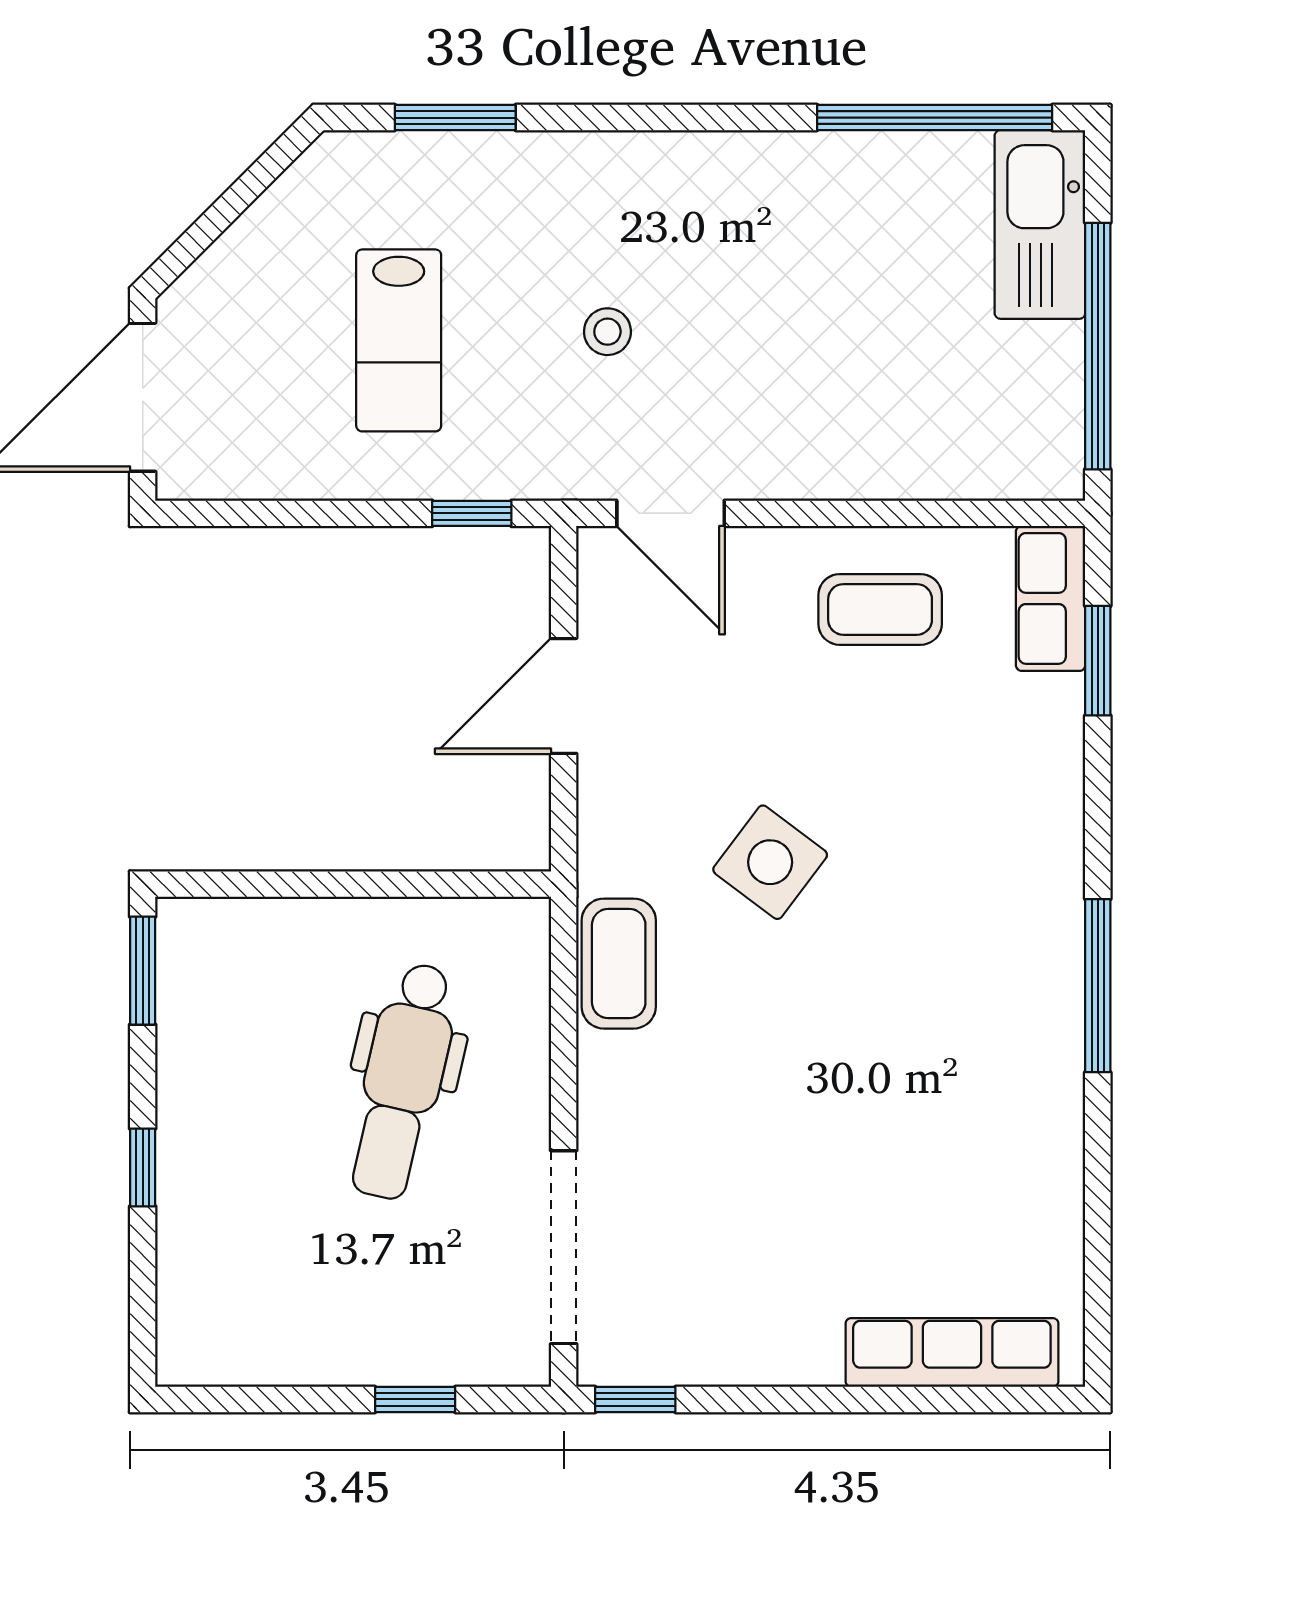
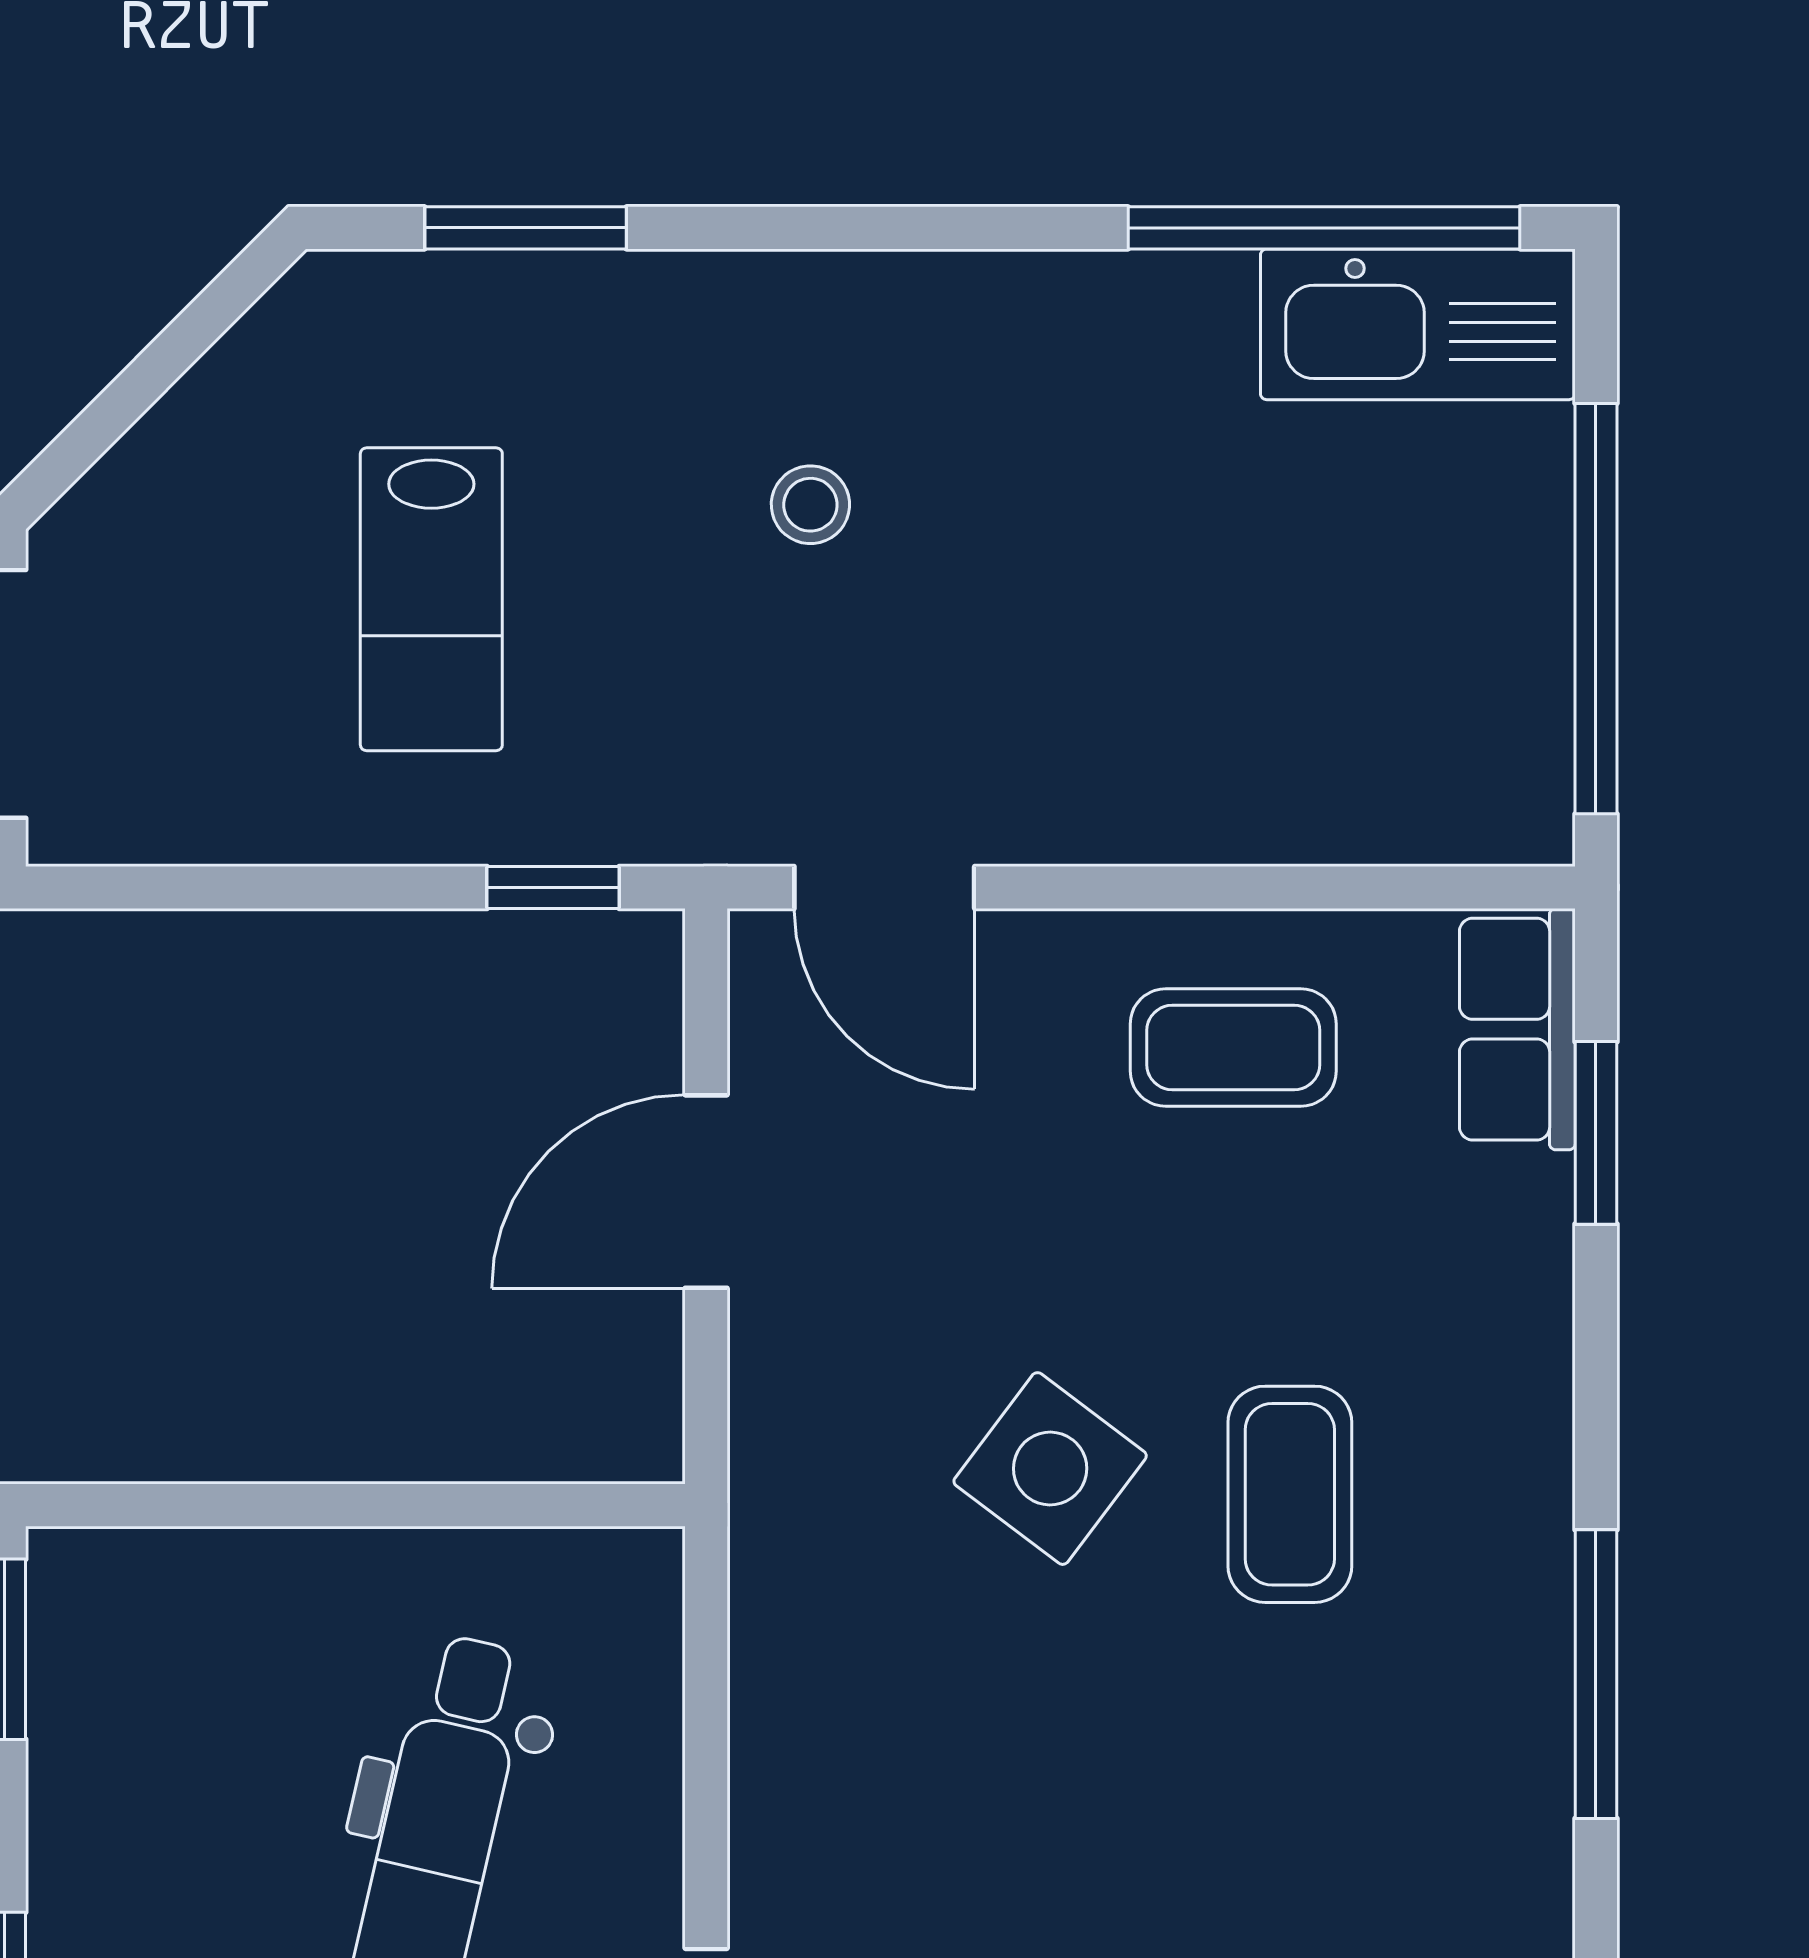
kitchen sink: (1040, 224) -> (1418, 324), moved, turned -90
stool: (607, 332) -> (810, 505), moved
coffee table: (619, 964) -> (1290, 1494), moved

